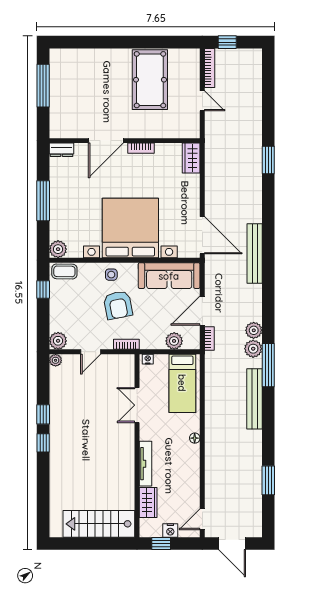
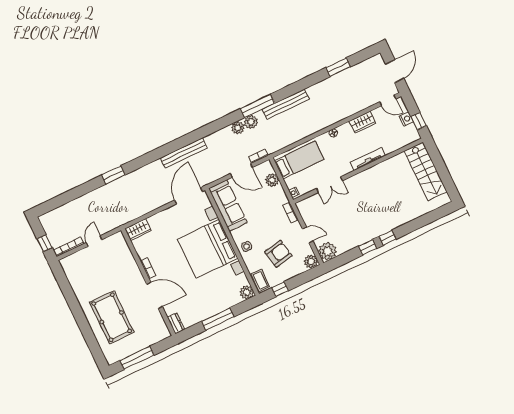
pool table: (150, 80) -> (112, 317), moved, turned 90
armchair: (118, 305) -> (278, 254), moved
plant: (56, 360) -> (327, 251), width x1.88, depth x1.88
wardrobe: (148, 503) -> (362, 122), moved, turned 180

